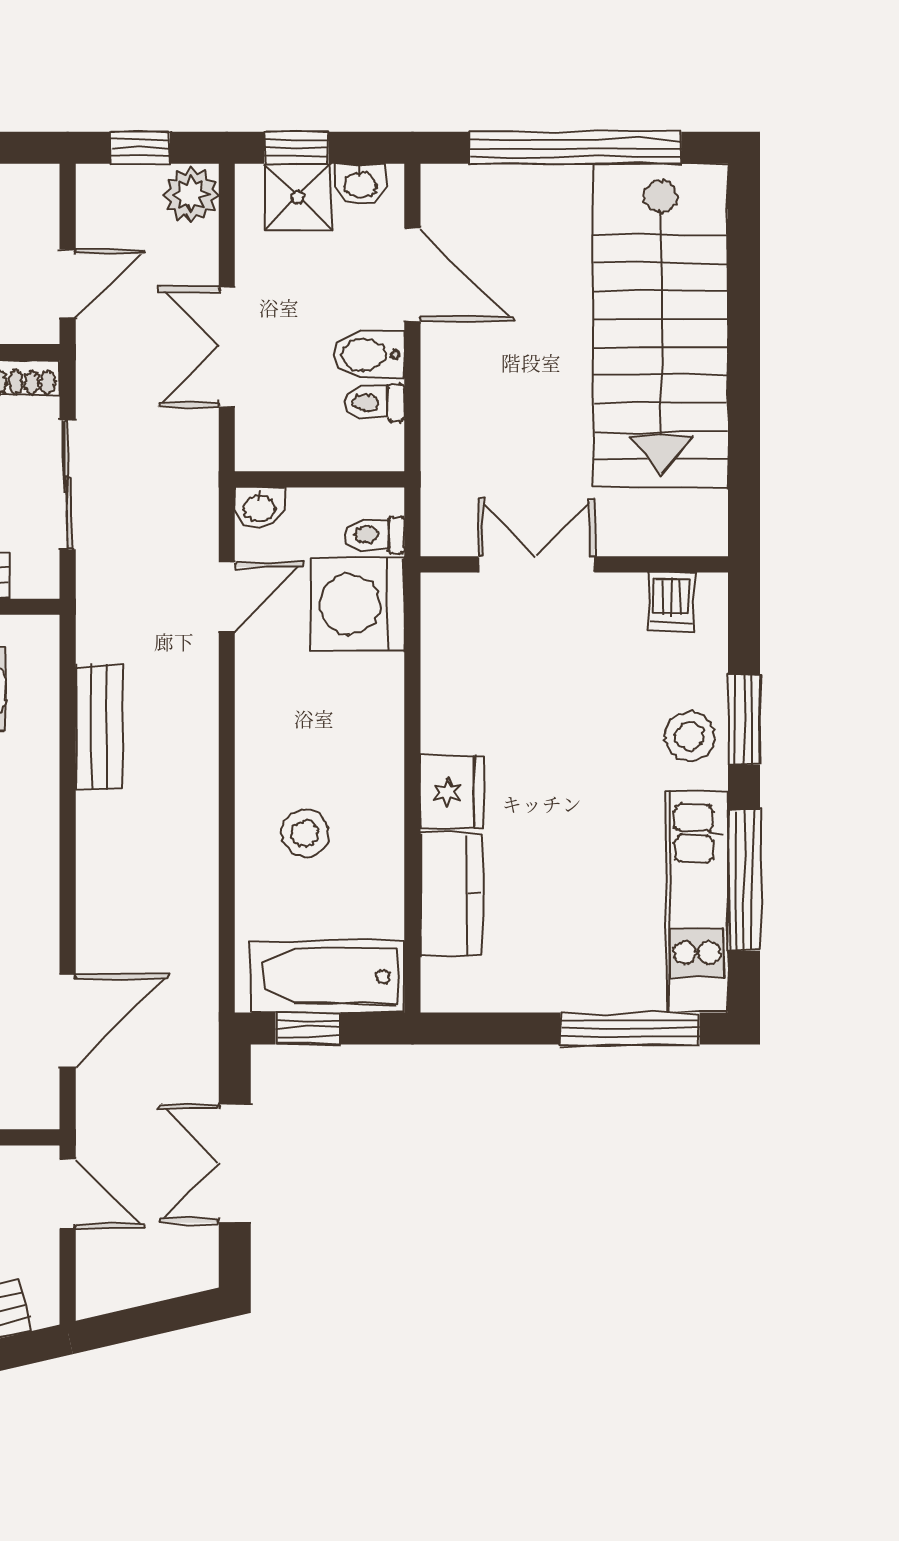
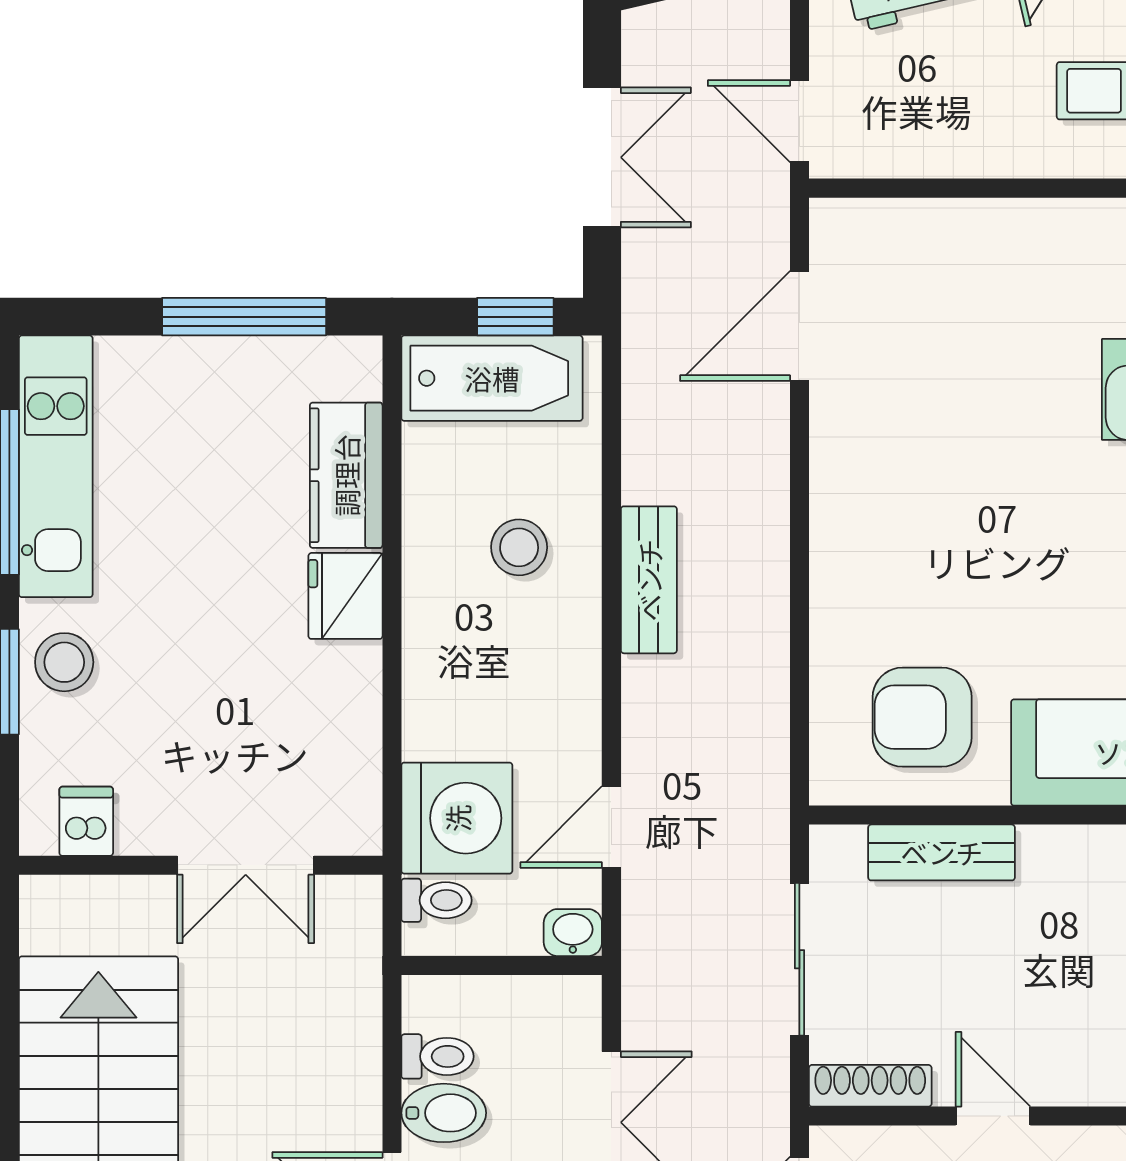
bench: (99, 727) -> (649, 580), moved
window: (630, 1029) -> (244, 317), moved

